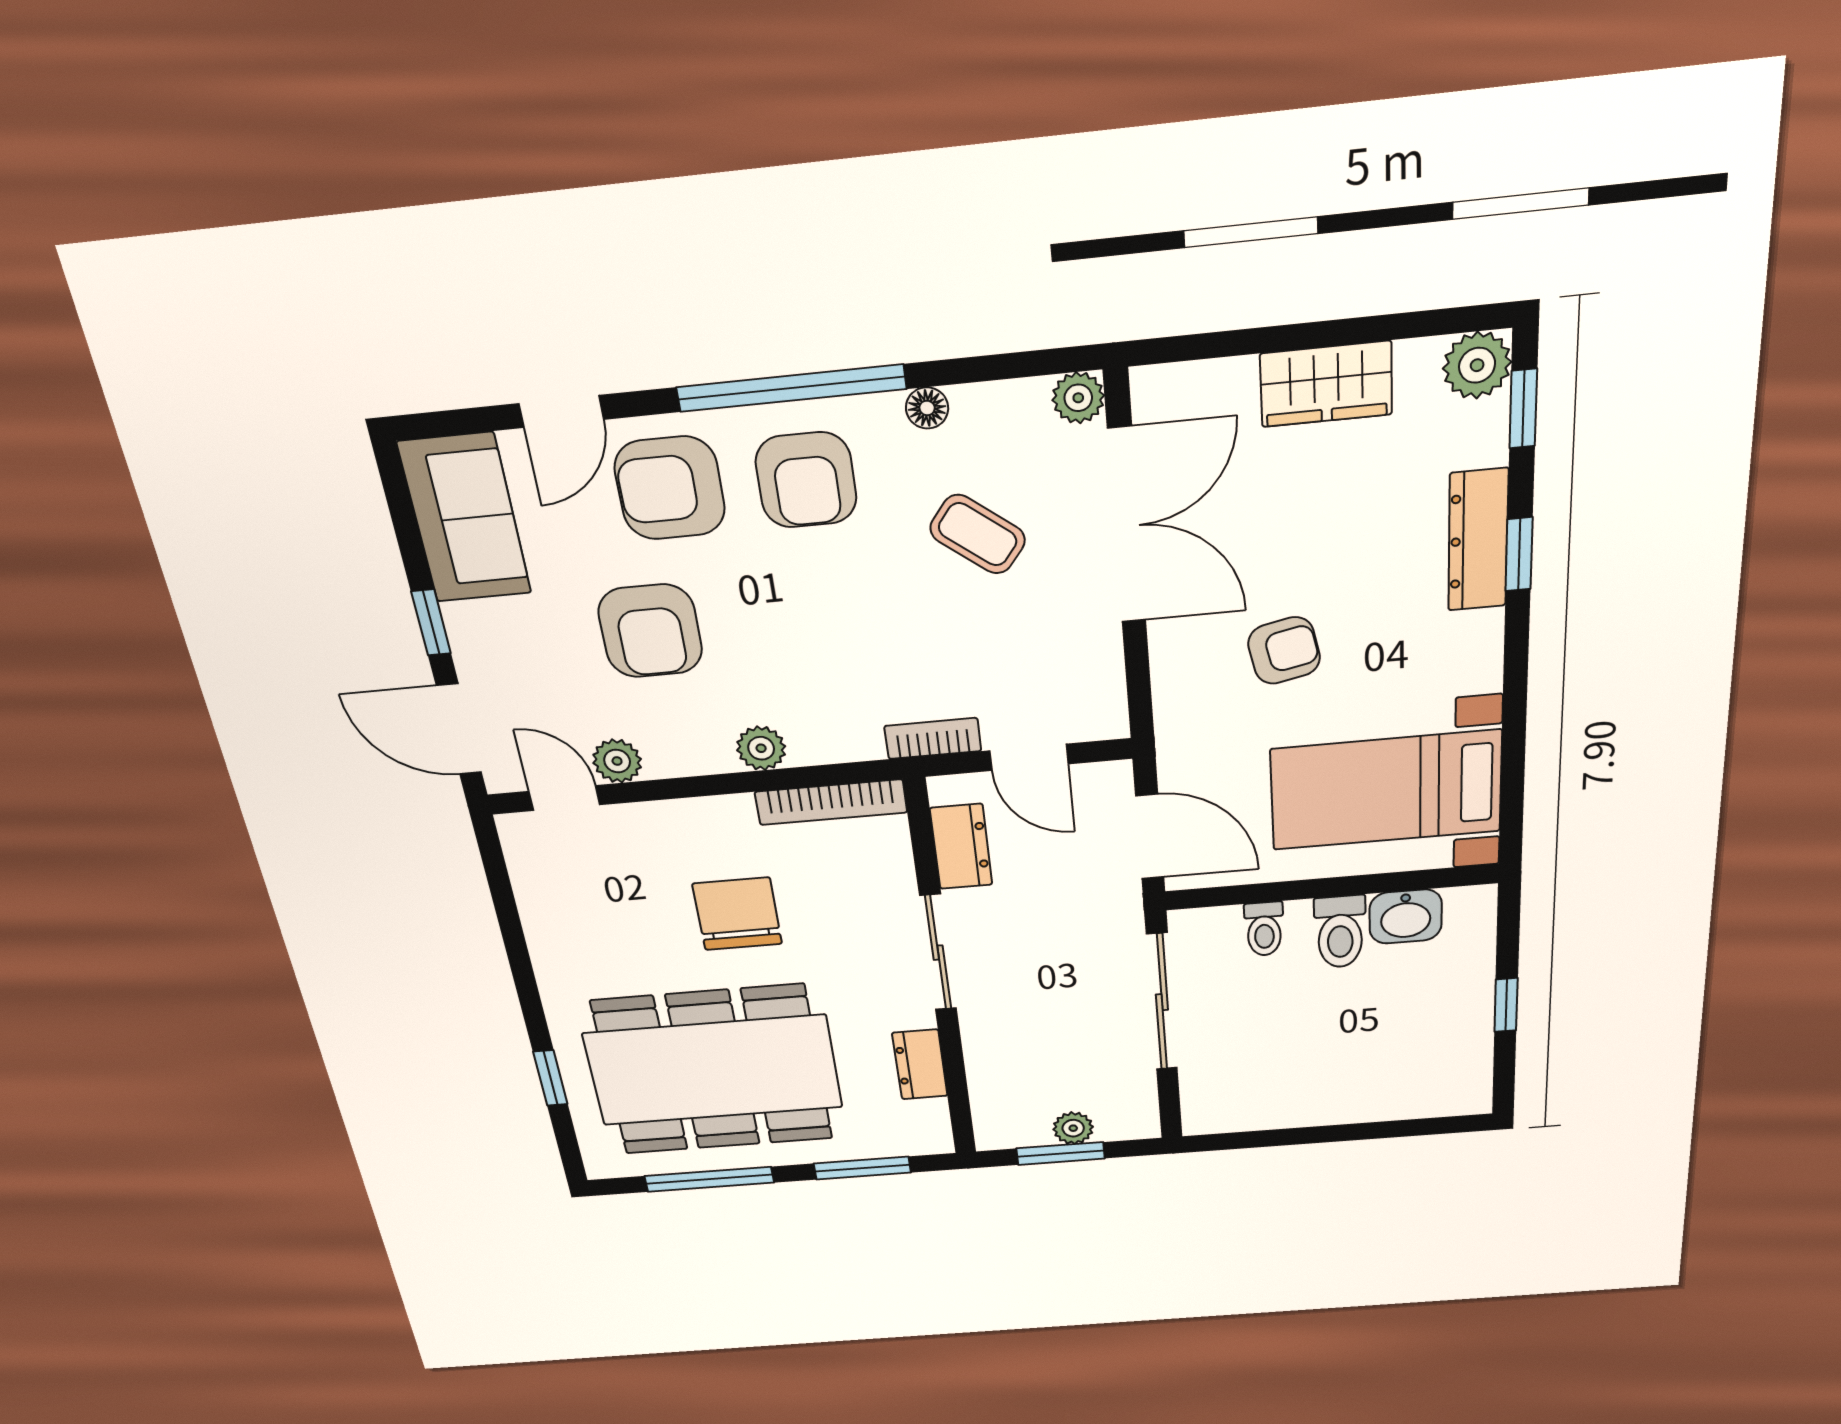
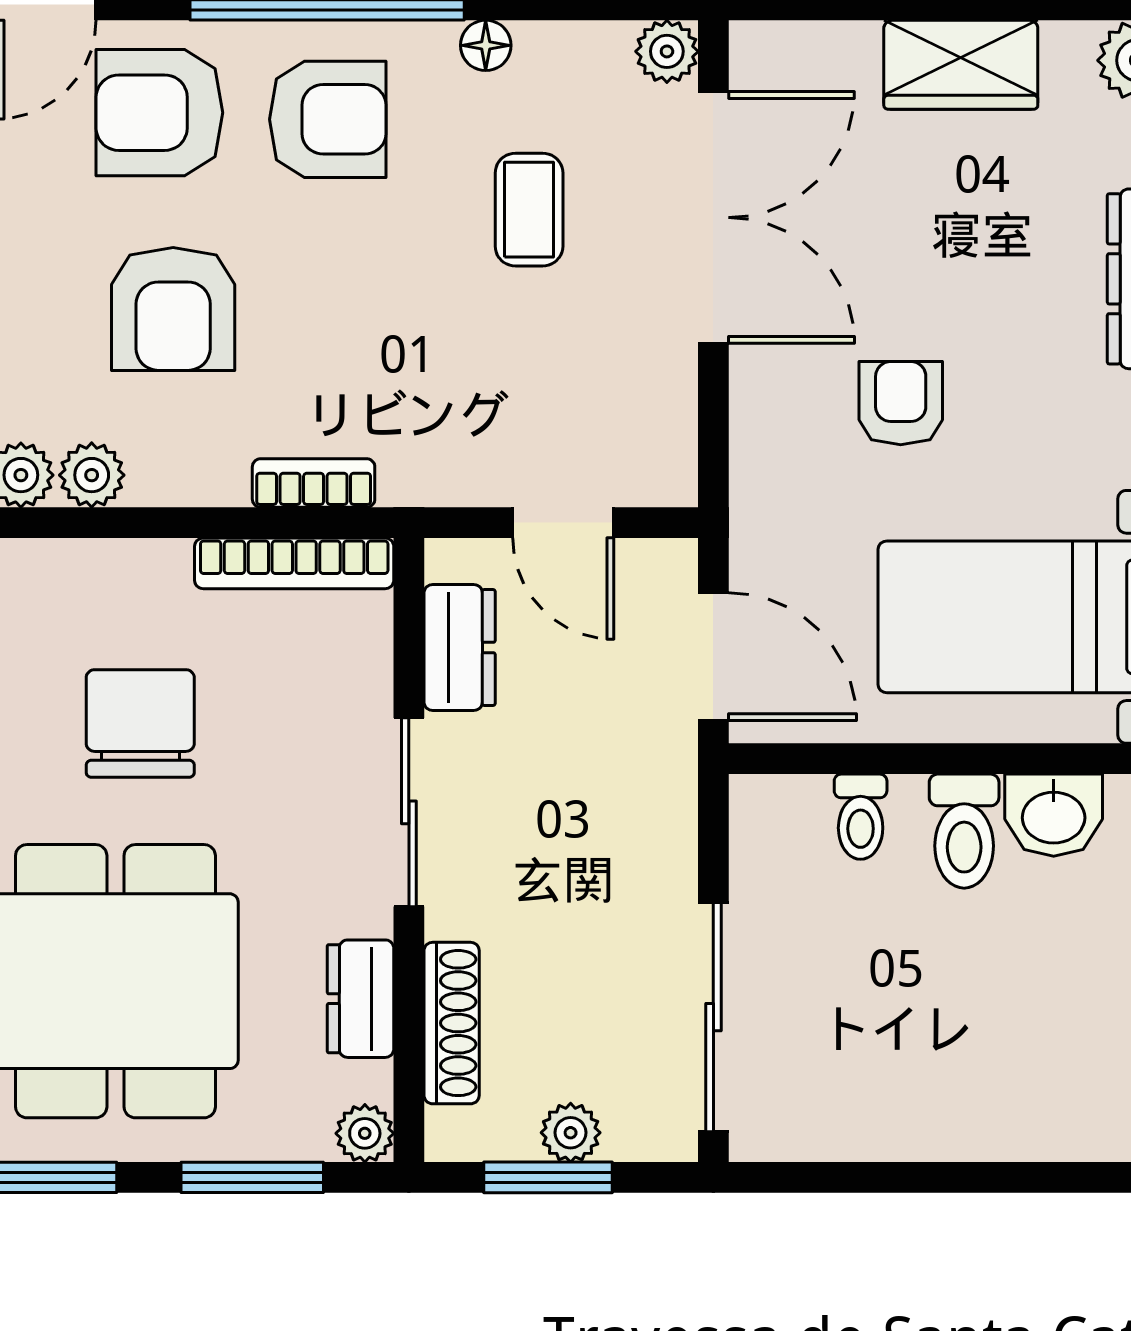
armchair: (806, 480) -> (328, 119), turned -90
coffee table: (978, 534) -> (529, 210), turned 52
armchair: (650, 631) -> (173, 309), moved
armchair: (1284, 650) -> (901, 403), turned -78
bookcase: (933, 738) -> (314, 483), moved
plant: (761, 748) -> (92, 475), moved
sliding door: (1162, 1002) -> (713, 1017), moved
shoe rack: (985, 1073) -> (452, 1023), added
plant: (934, 1139) -> (365, 1133), added

